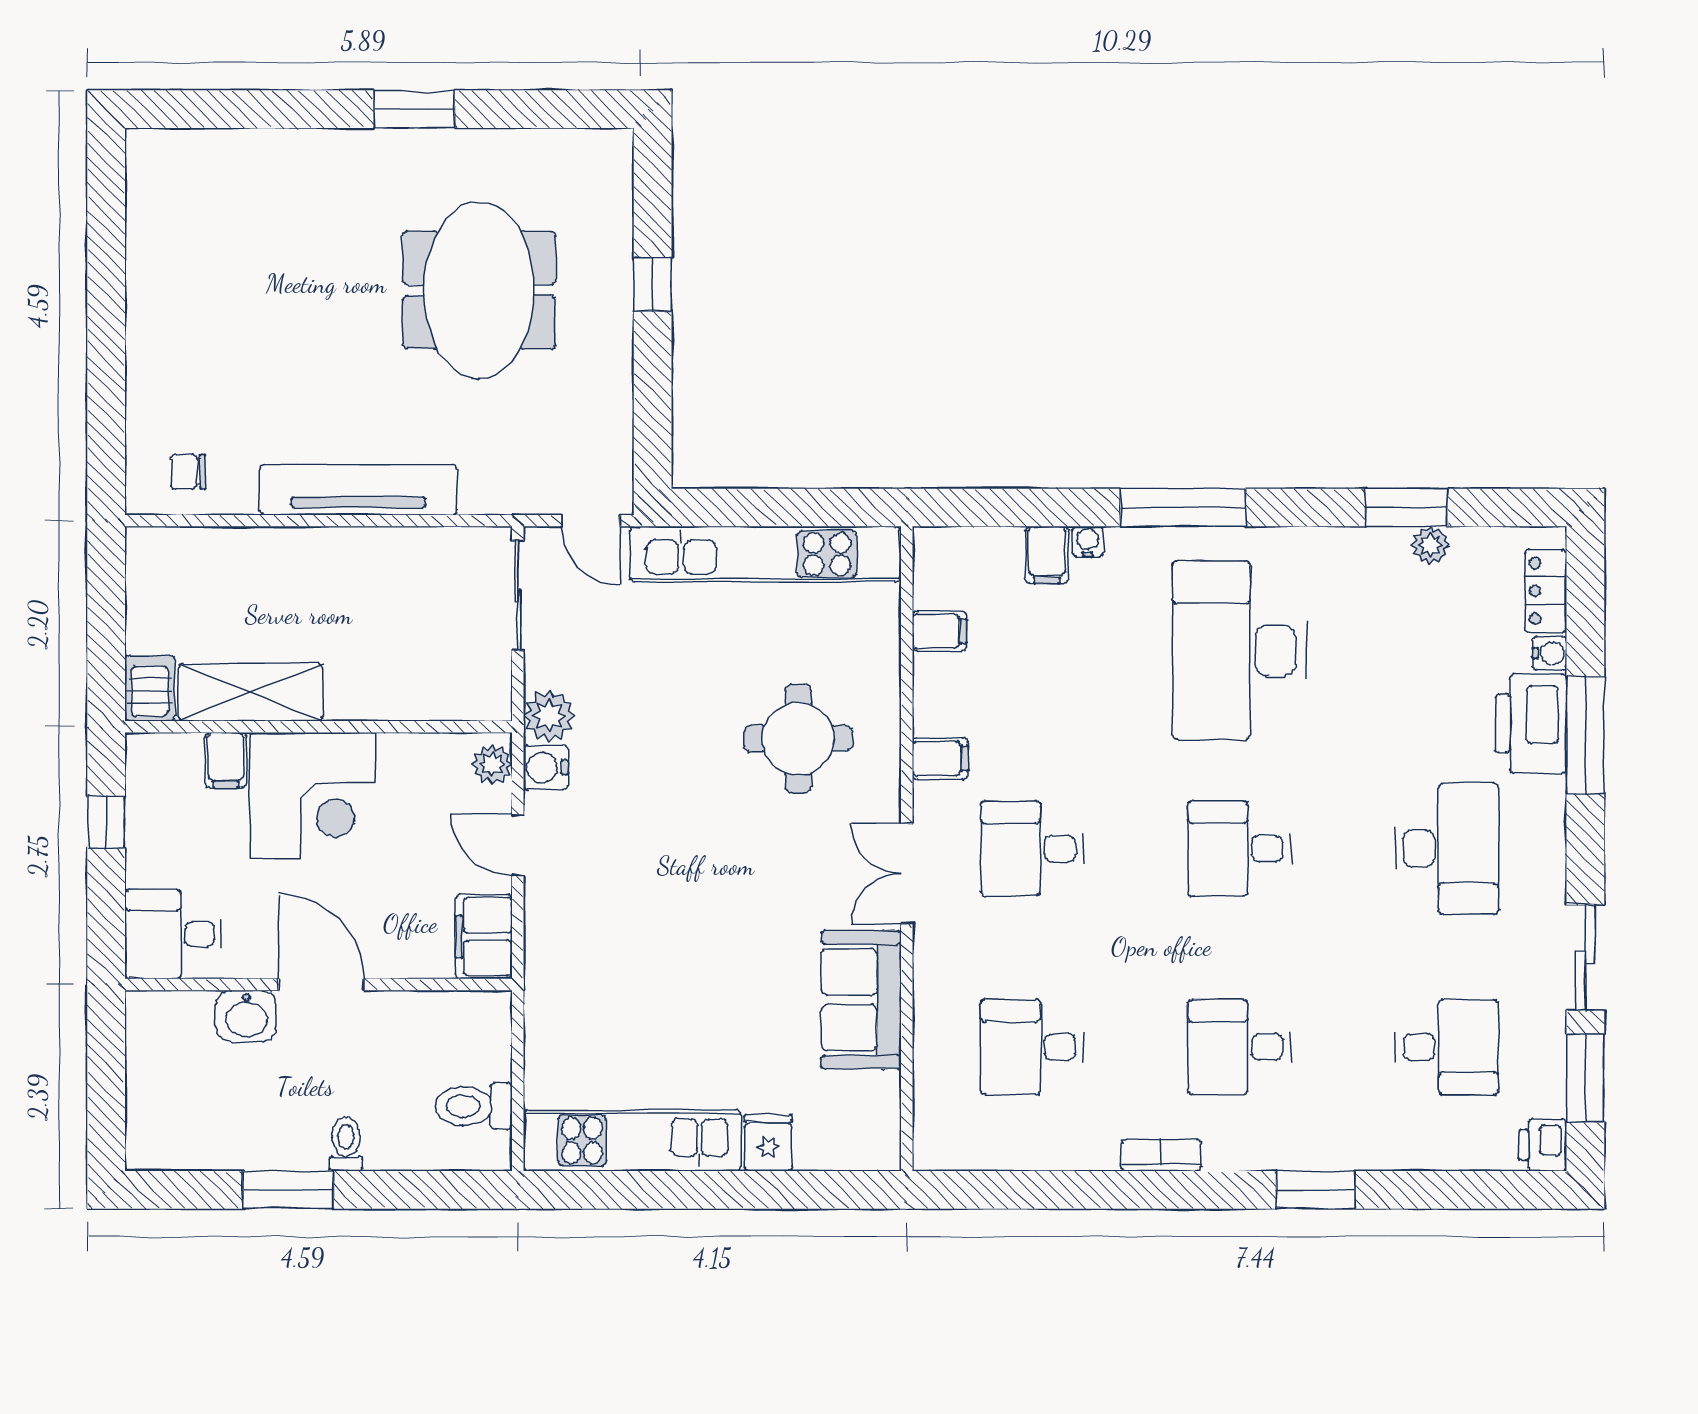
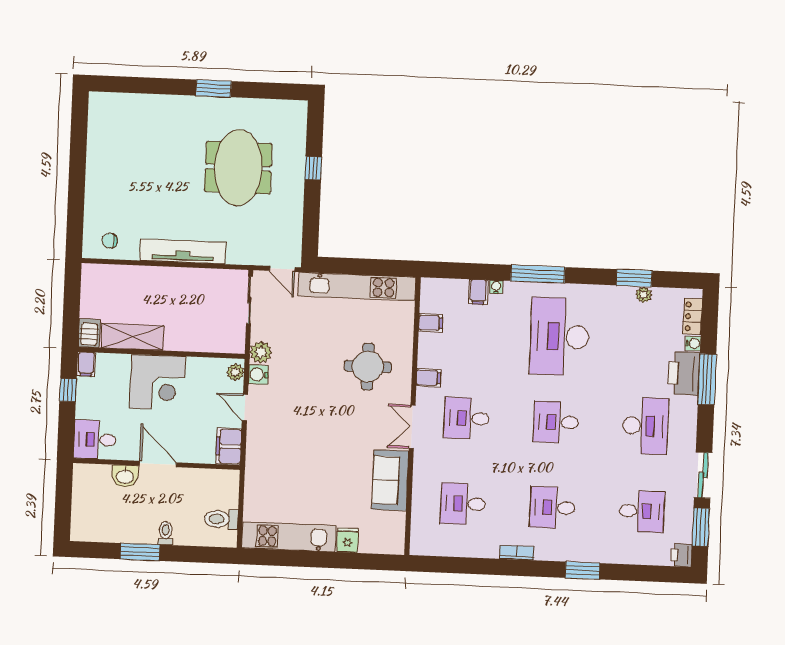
filing cabinet: (226, 760) -> (86, 364), moved

